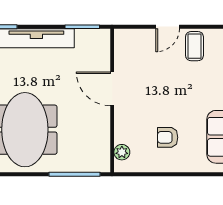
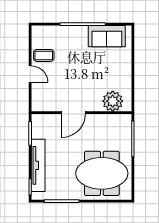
armchair: (168, 137) -> (107, 74), removed
plant: (122, 152) -> (113, 101), width x1.88, depth x1.88

